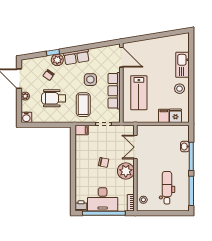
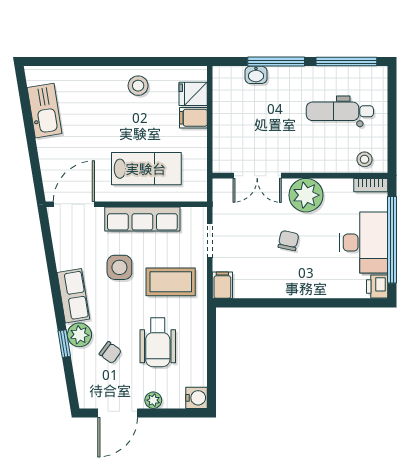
kitchen sink: (183, 65) -> (45, 111), moved, turned -99

